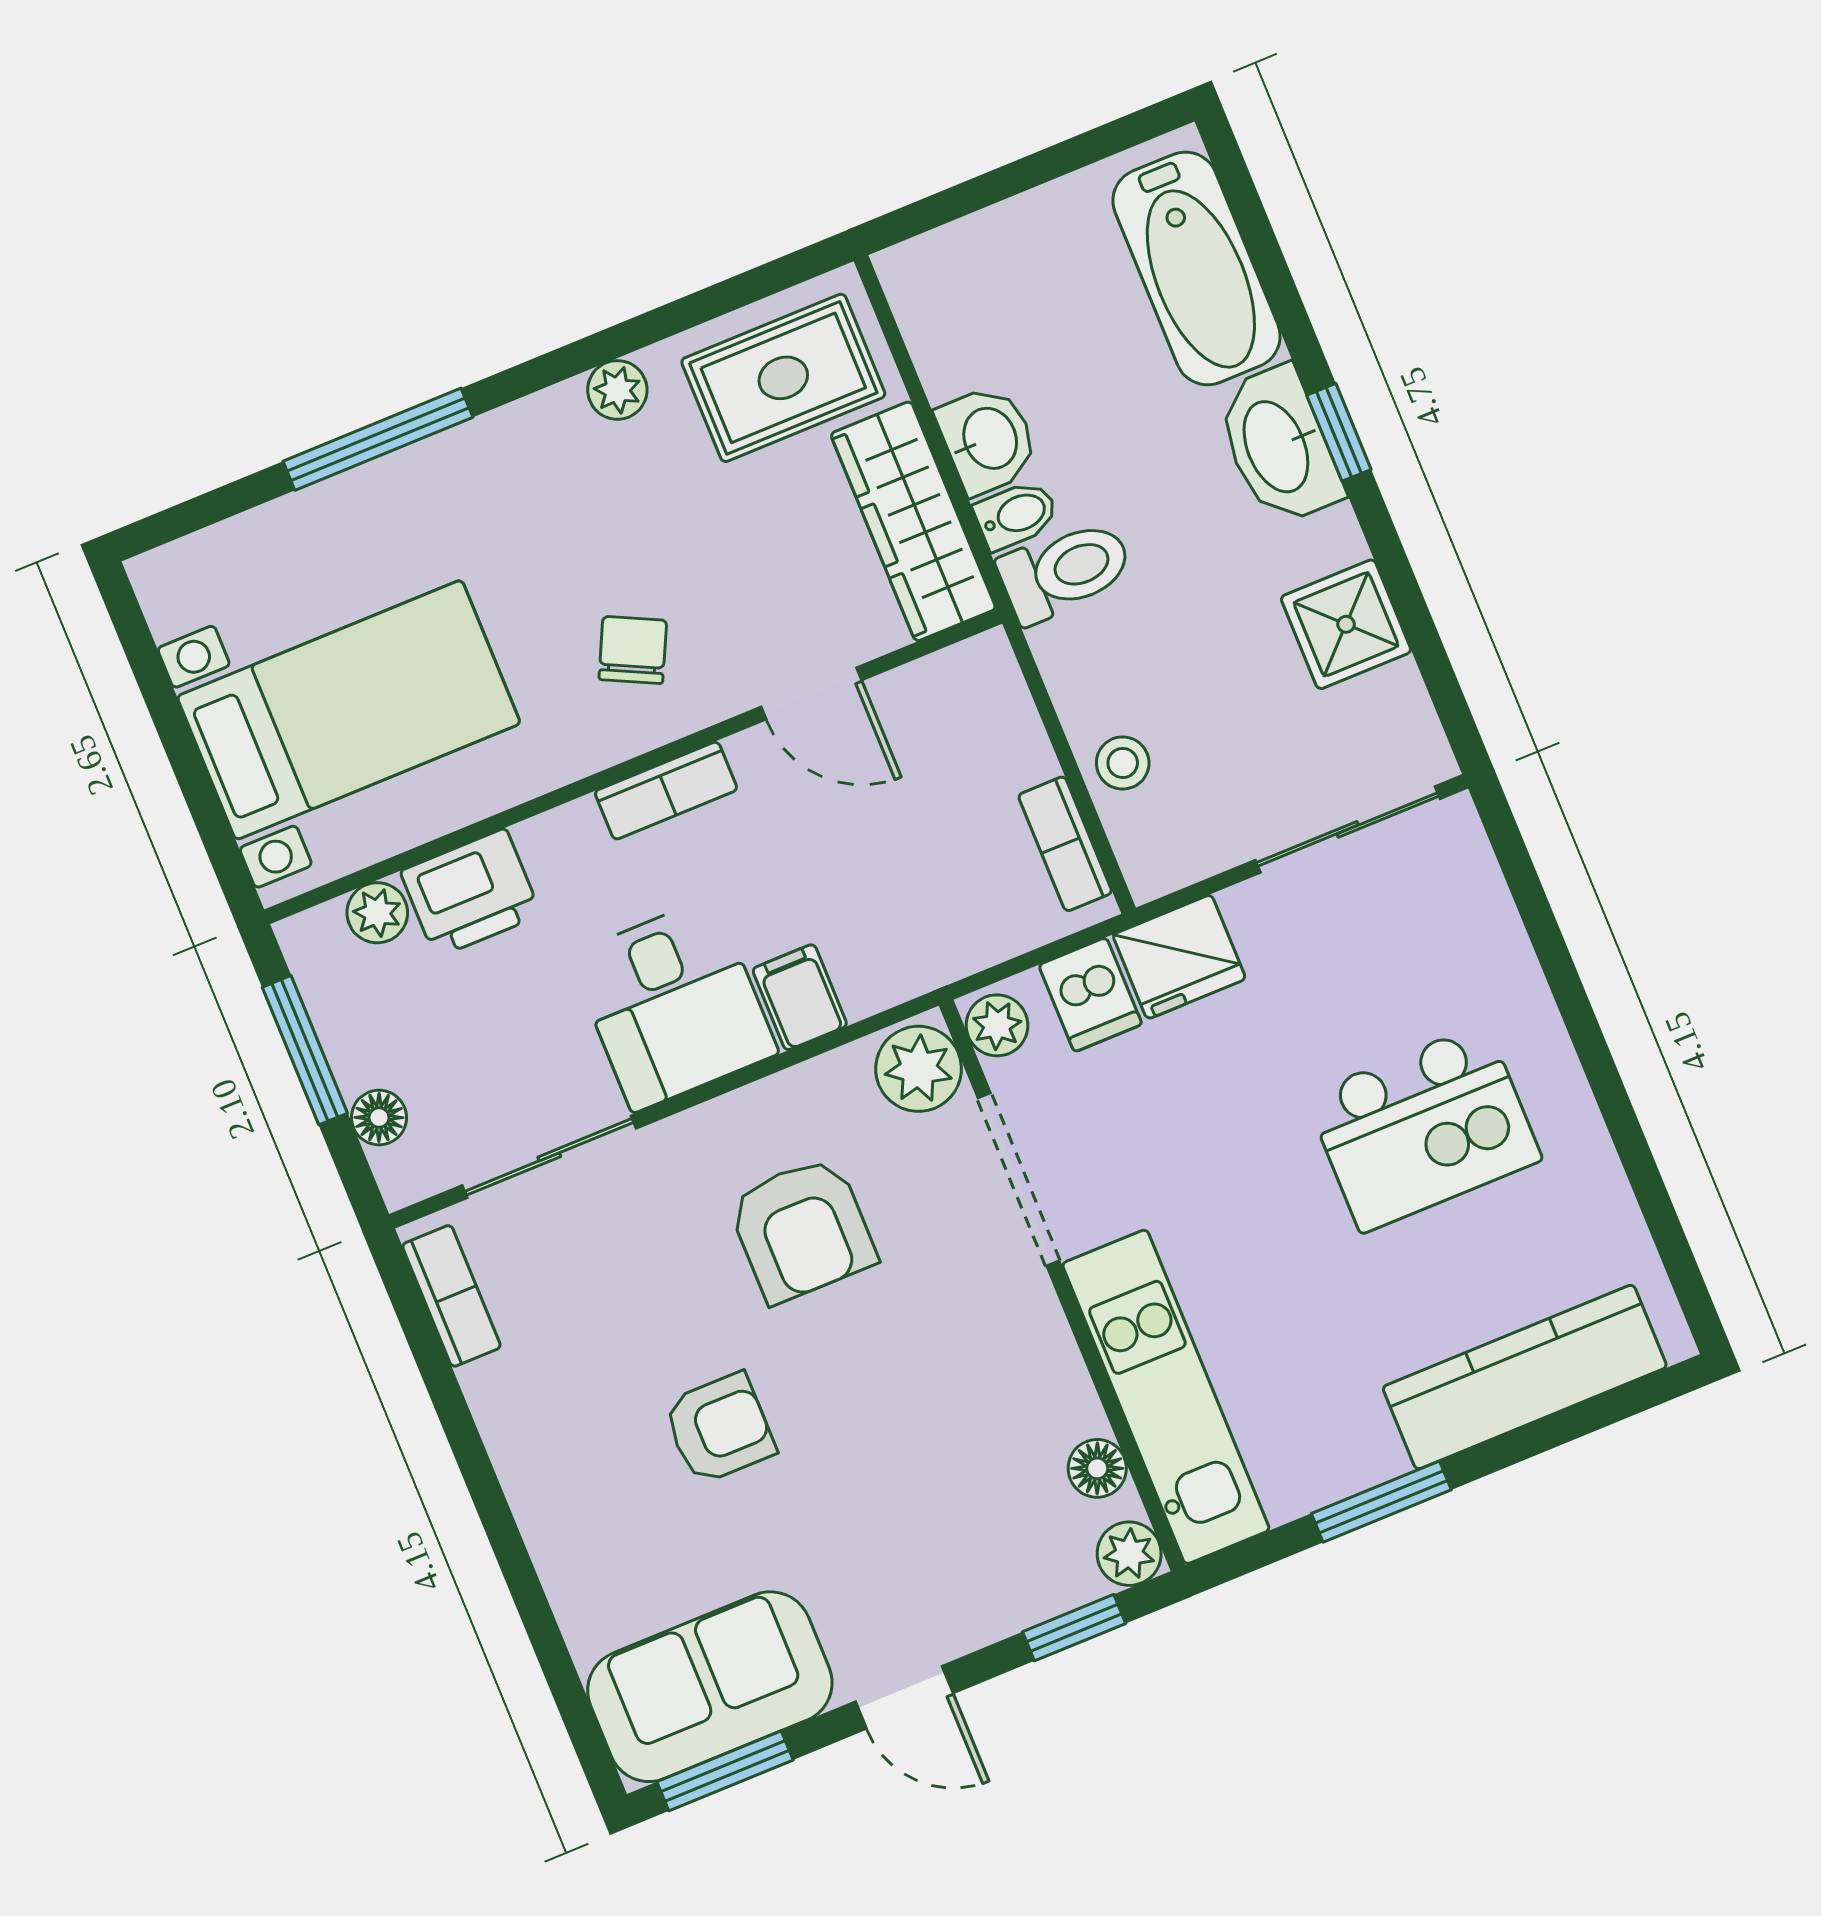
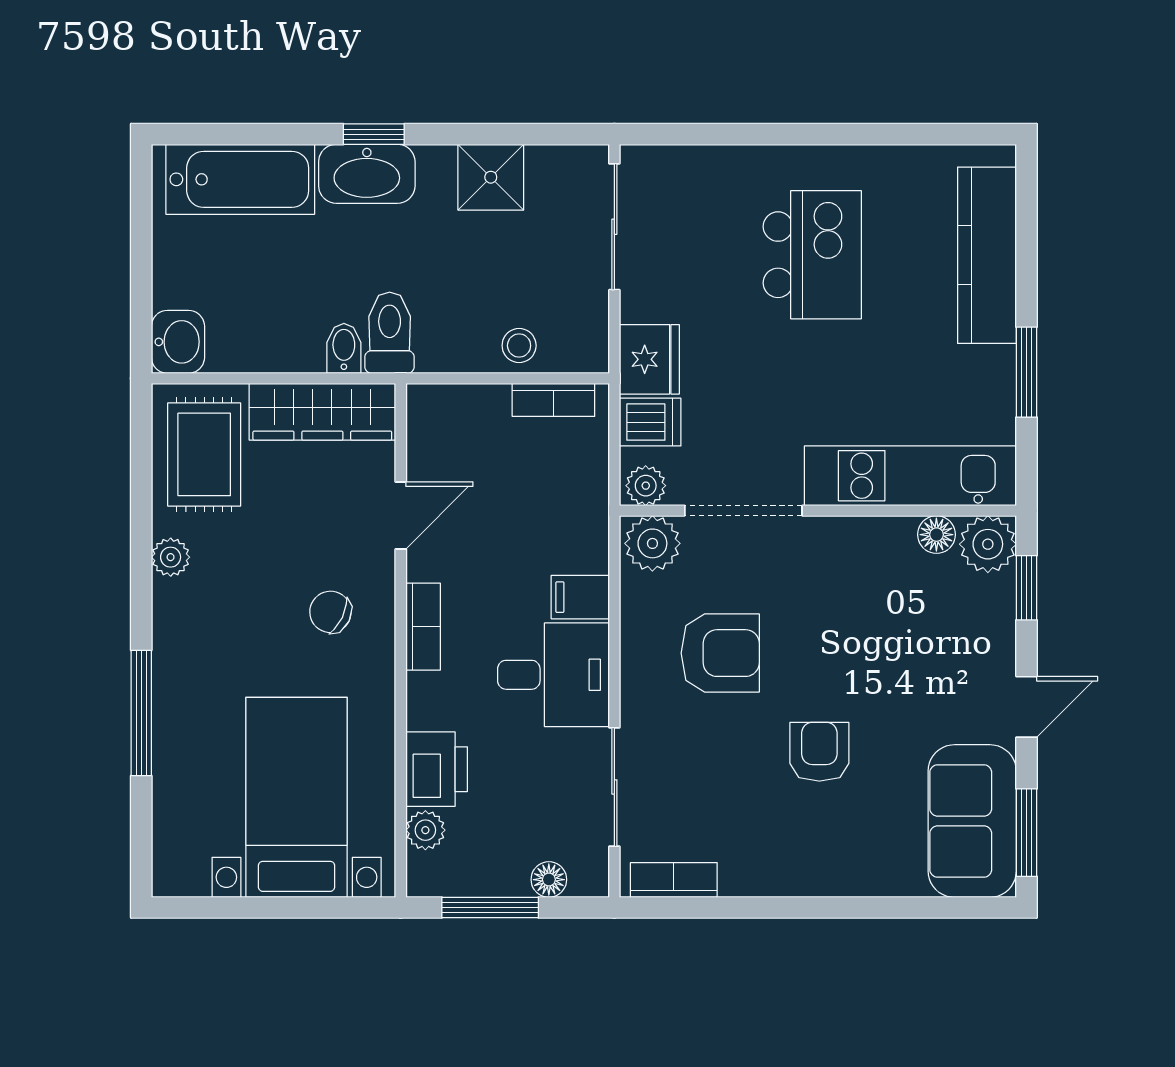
washbasin: (988, 439) -> (178, 342), moved, turned 90
plant: (1129, 1554) -> (988, 544), width x1.38, depth x1.38

